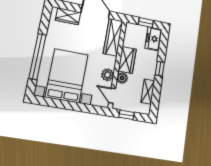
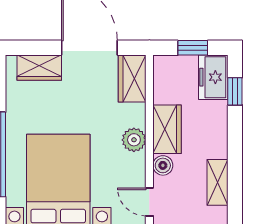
wardrobe: (113, 37) -> (132, 78), width x0.67
window: (160, 69) -> (235, 91), moved
plant: (108, 75) -> (134, 140), moved

